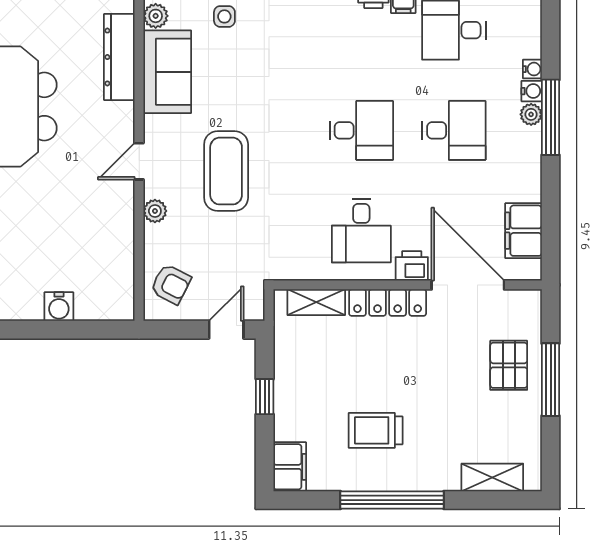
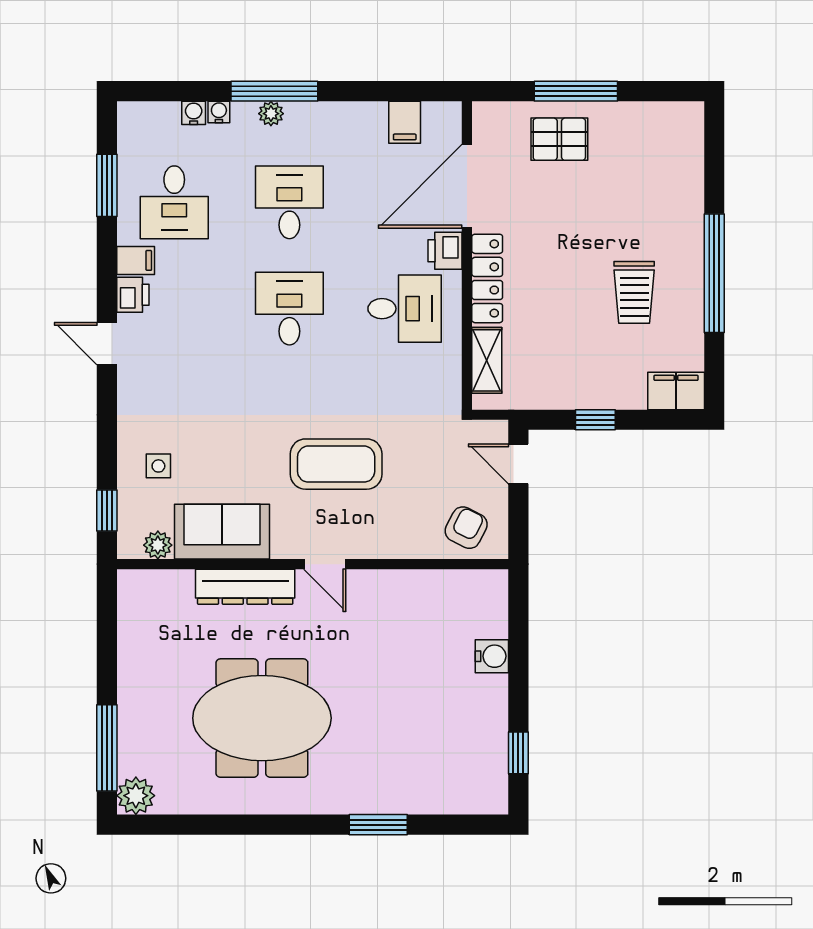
dresser: (119, 57) -> (245, 587), moved
water cooler: (532, 91) -> (194, 113), moved
plant: (155, 211) -> (382, 546), removed
filing cabinet: (524, 231) -> (405, 122), width x0.50
shelving: (492, 477) -> (688, 158), removed

